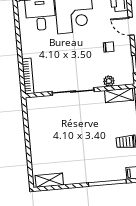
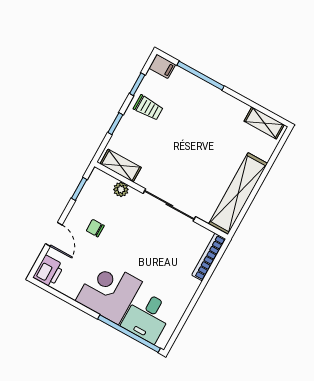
shelving: (36, 127) -> (238, 194), added

